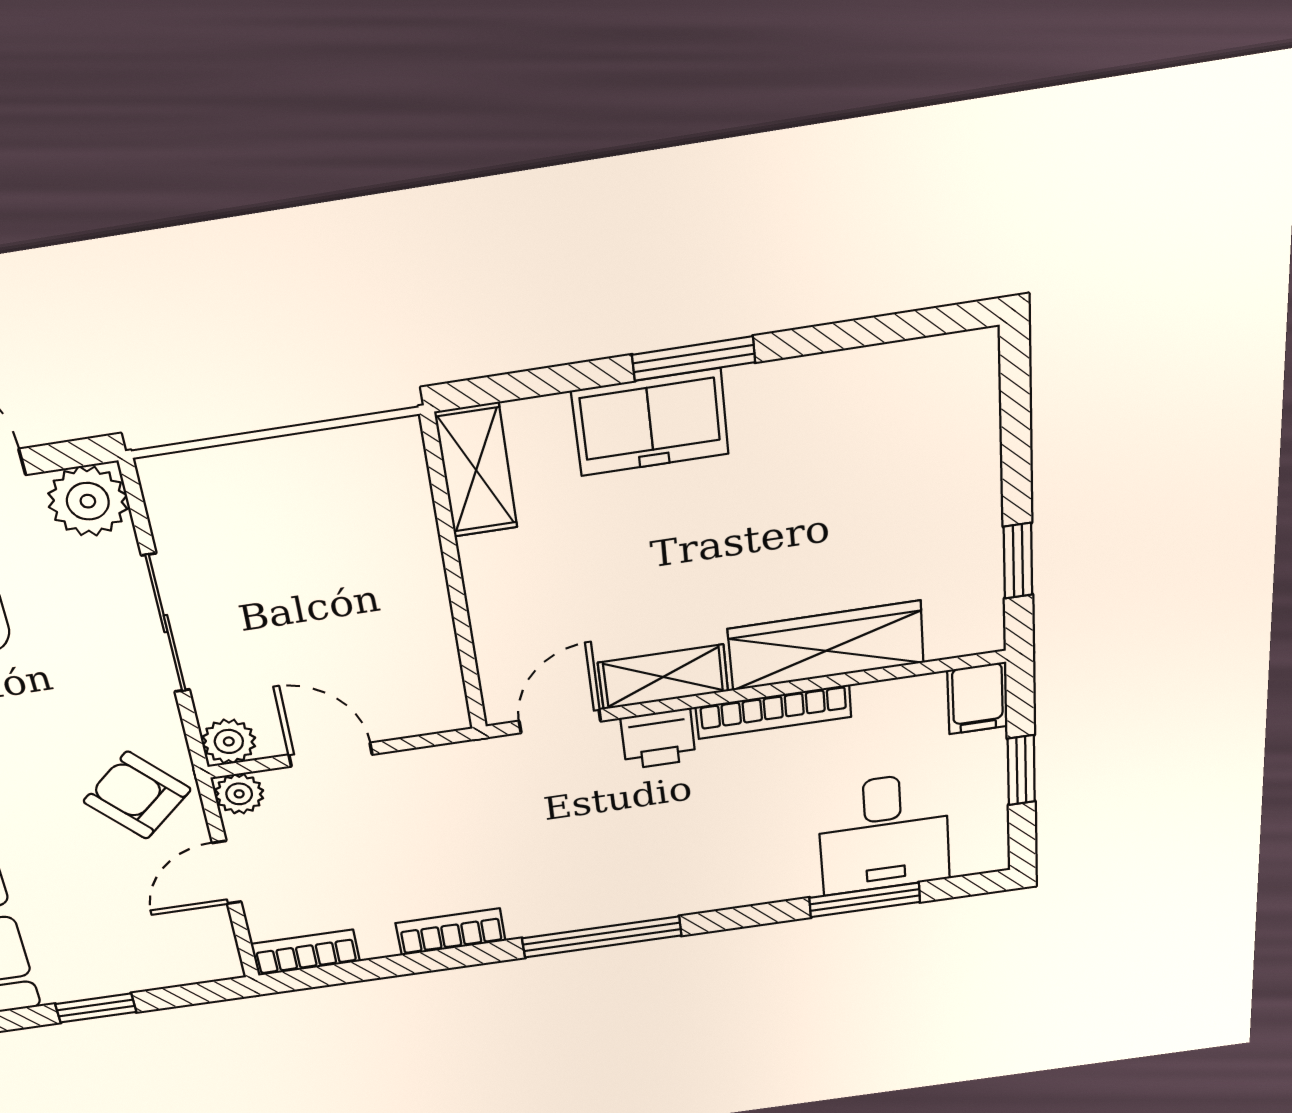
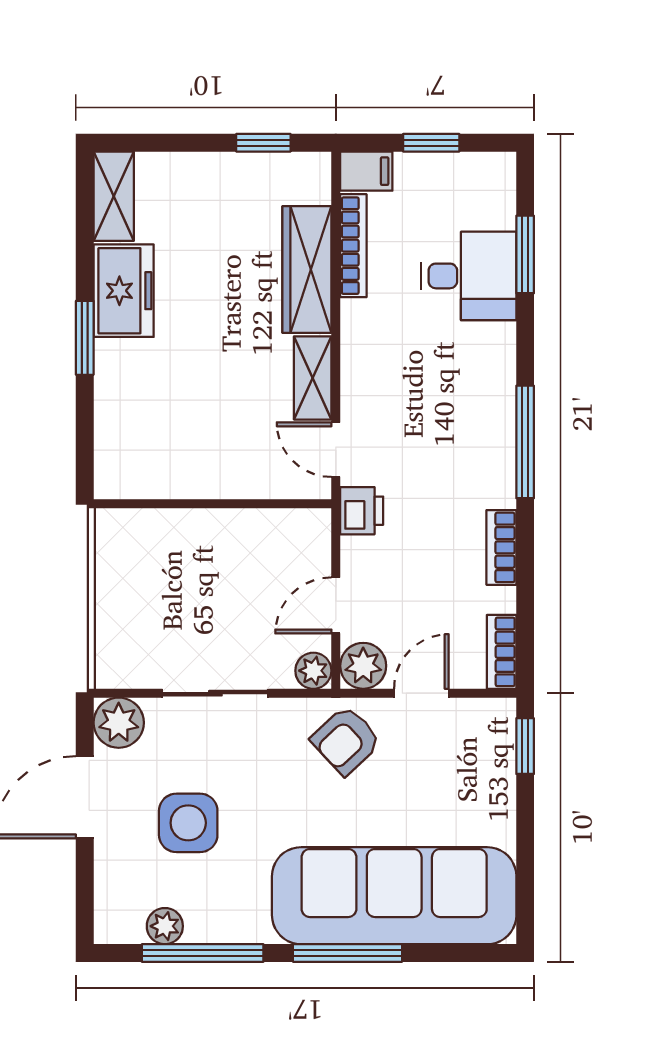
freezer: (650, 422) -> (124, 291), moved
shelving: (476, 470) -> (114, 196), moved, turned 90
bookcase: (774, 712) -> (353, 246), moved
printer: (658, 739) -> (362, 511), moved
plant: (239, 794) -> (363, 666), width x1.38, depth x1.38
desk: (884, 833) -> (469, 276), moved
door: (227, 872) -> (421, 693), swing flipped
window: (96, 1008) -> (525, 746), moved

